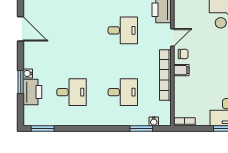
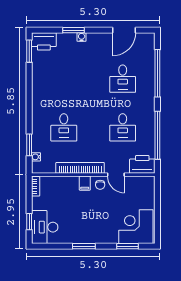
printer: (32, 92) -> (44, 41), moved
desk: (72, 92) -> (123, 79), moved

